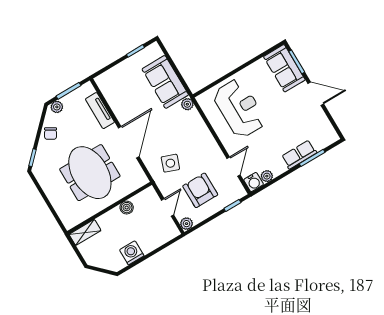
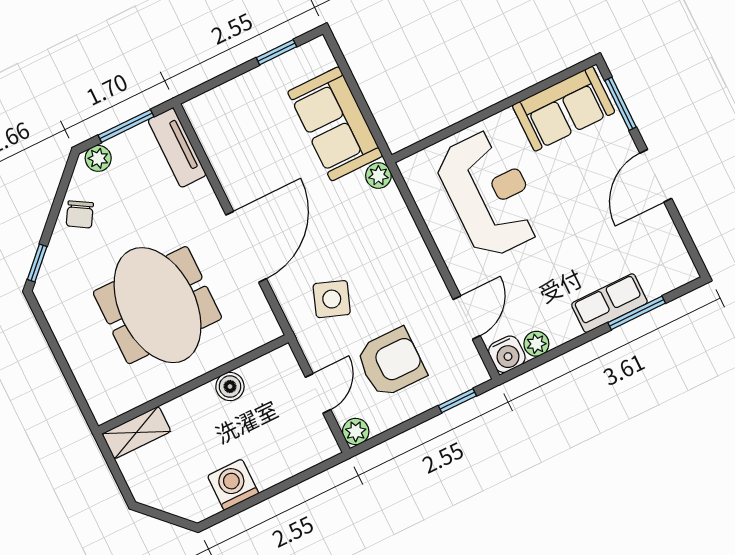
sofa: (284, 68) -> (564, 109), moved, turned -90
door: (316, 94) -> (656, 176), swing flipped
tv unit: (100, 111) -> (177, 148), moved
armchair: (200, 190) -> (391, 363), turned 90

